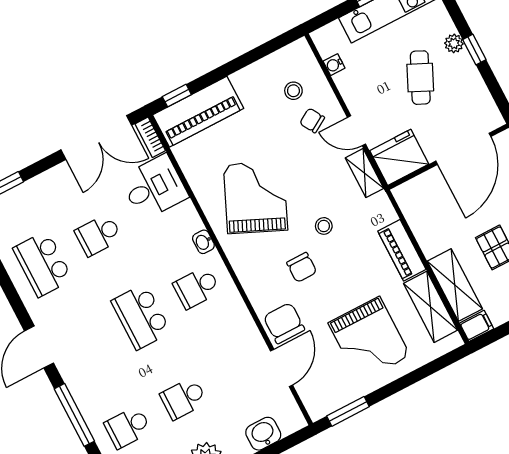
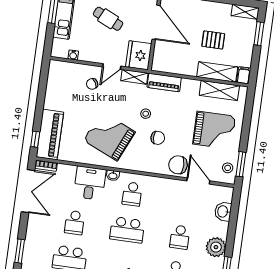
stool: (293, 91) -> (228, 168), moved
desk: (154, 187) -> (90, 183), moved
piano: (402, 250) -> (164, 82), moved

